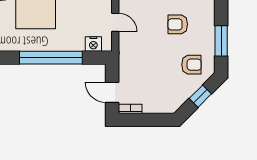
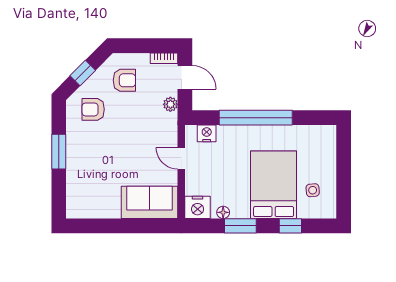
armchair: (178, 24) -> (124, 80), moved
window: (221, 41) -> (59, 152), moved
plant: (125, 69) -> (170, 104), added

